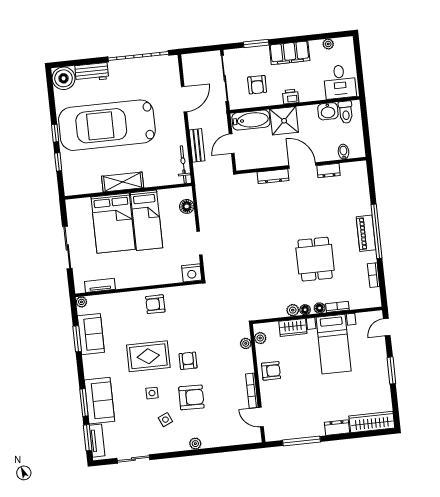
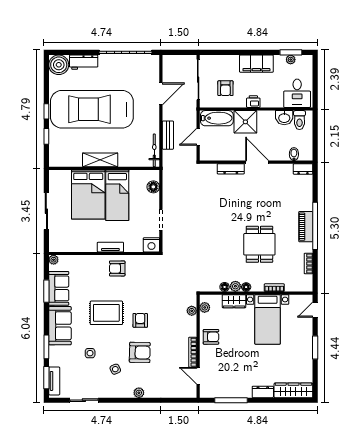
window: (256, 43) -> (291, 52), moved
dresser: (328, 171) -> (303, 169), moved
tv unit: (100, 285) -> (110, 247), moved
floor lamp: (320, 308) -> (225, 287), moved
side table: (152, 393) -> (90, 353), moved
sofa: (99, 401) -> (60, 326), moved

